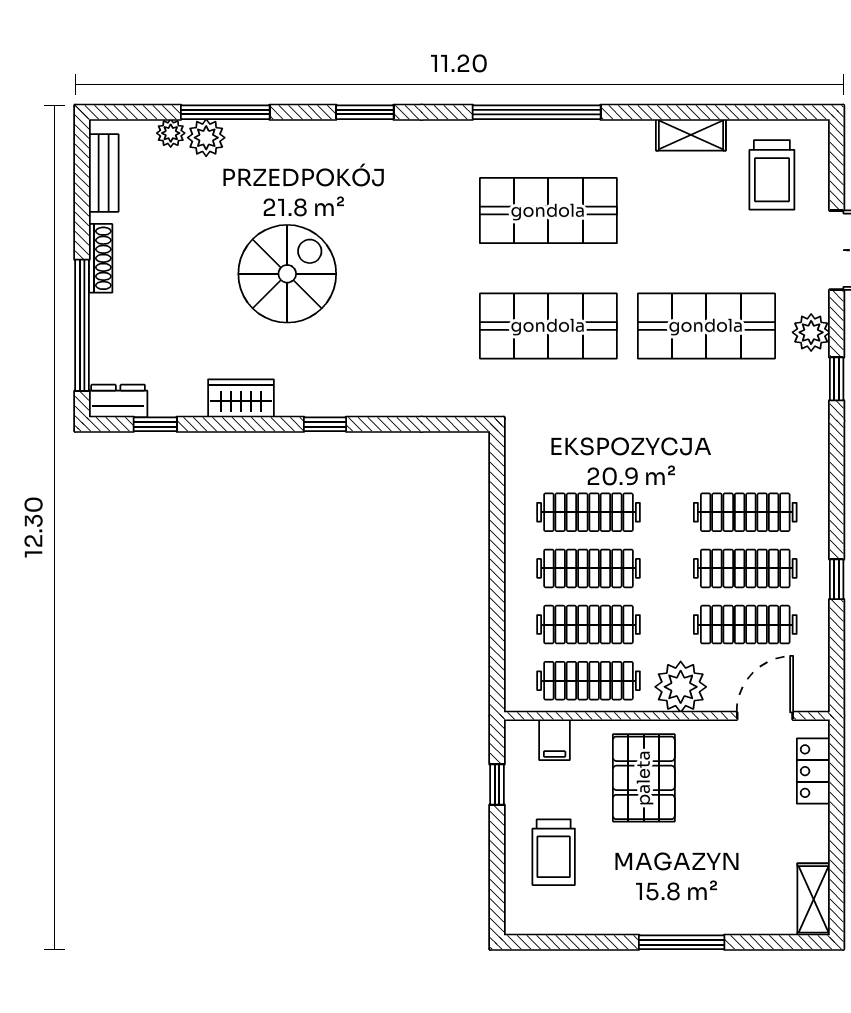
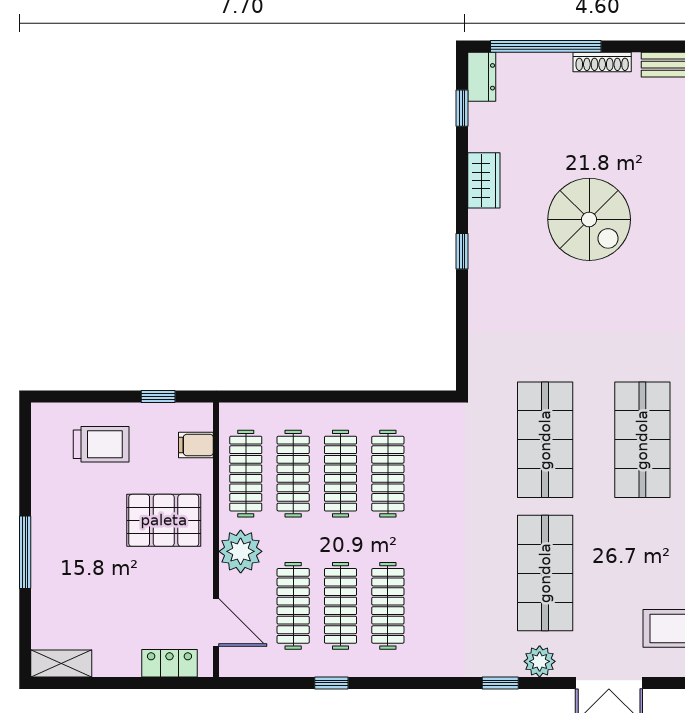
trolley: (554, 852) -> (101, 444), turned 180

